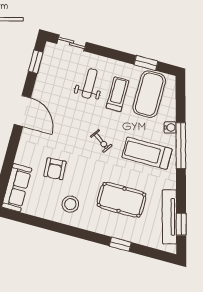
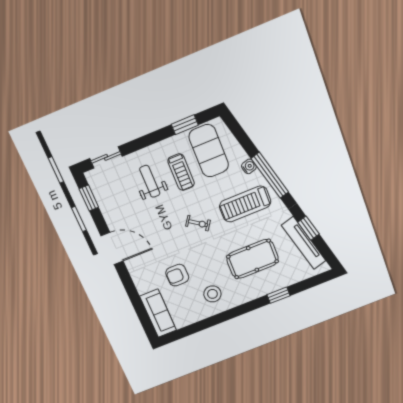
treadmill: (118, 94) -> (181, 172), turned 180
armchair: (55, 169) -> (177, 275), turned 94
window: (181, 224) -> (308, 228), moved

